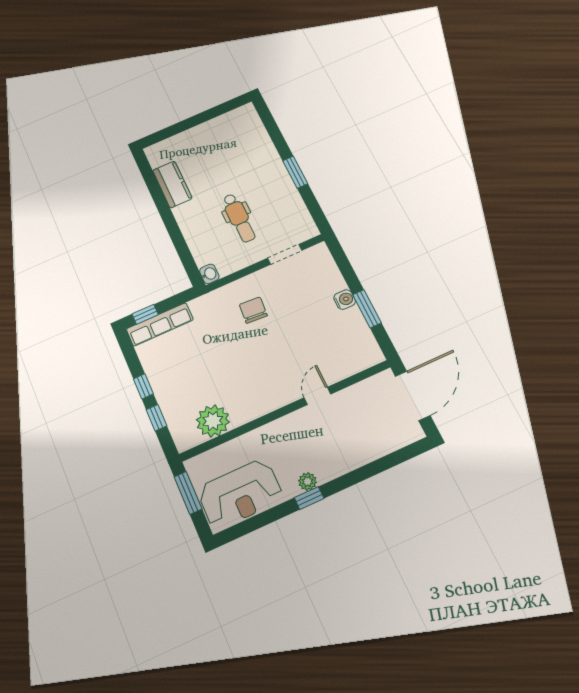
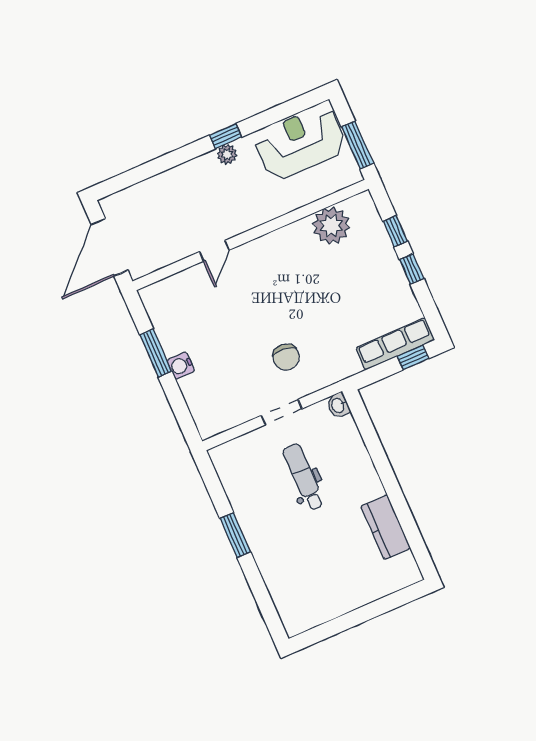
doorway: (285, 254) -> (282, 412), moved

